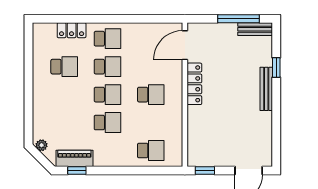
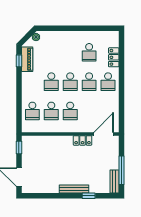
door: (185, 45) -> (104, 134), hinge flipped
locker: (194, 84) -> (83, 140), width x0.66
school desk: (151, 123) -> (51, 111), added

